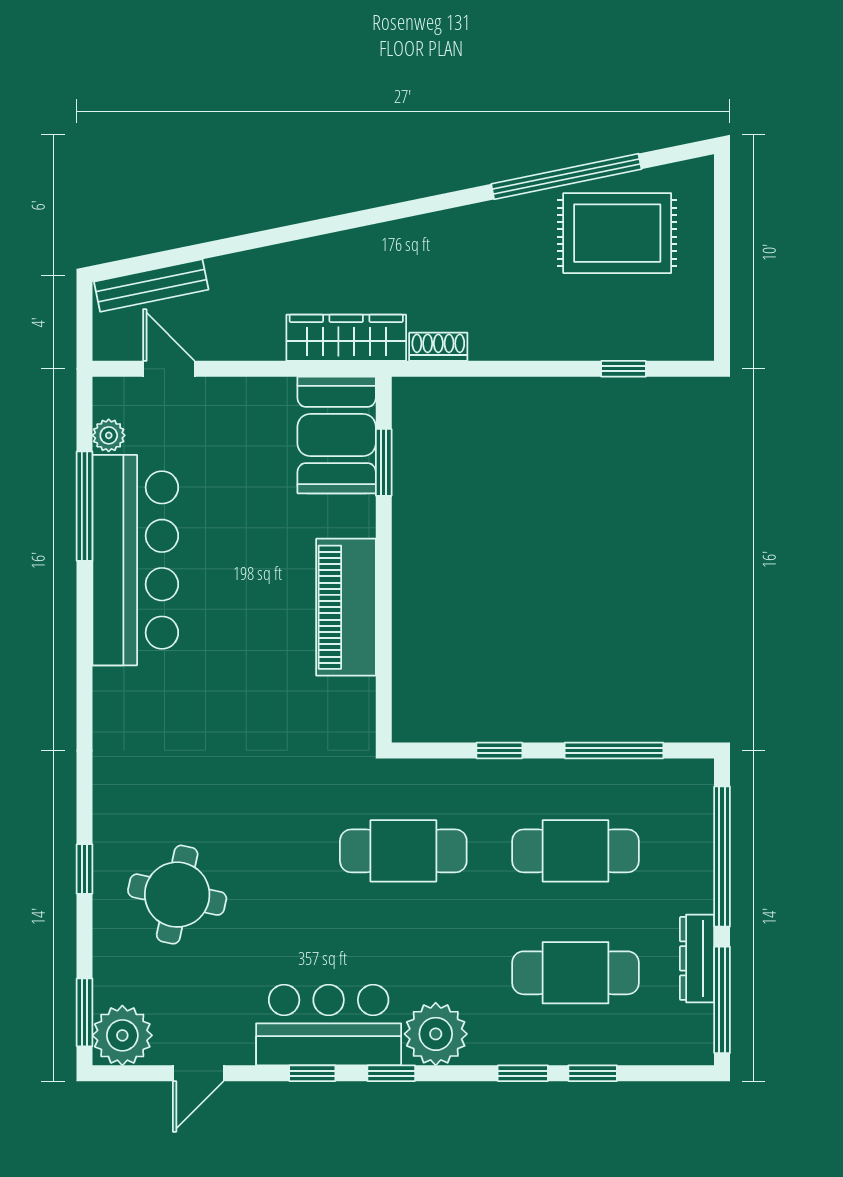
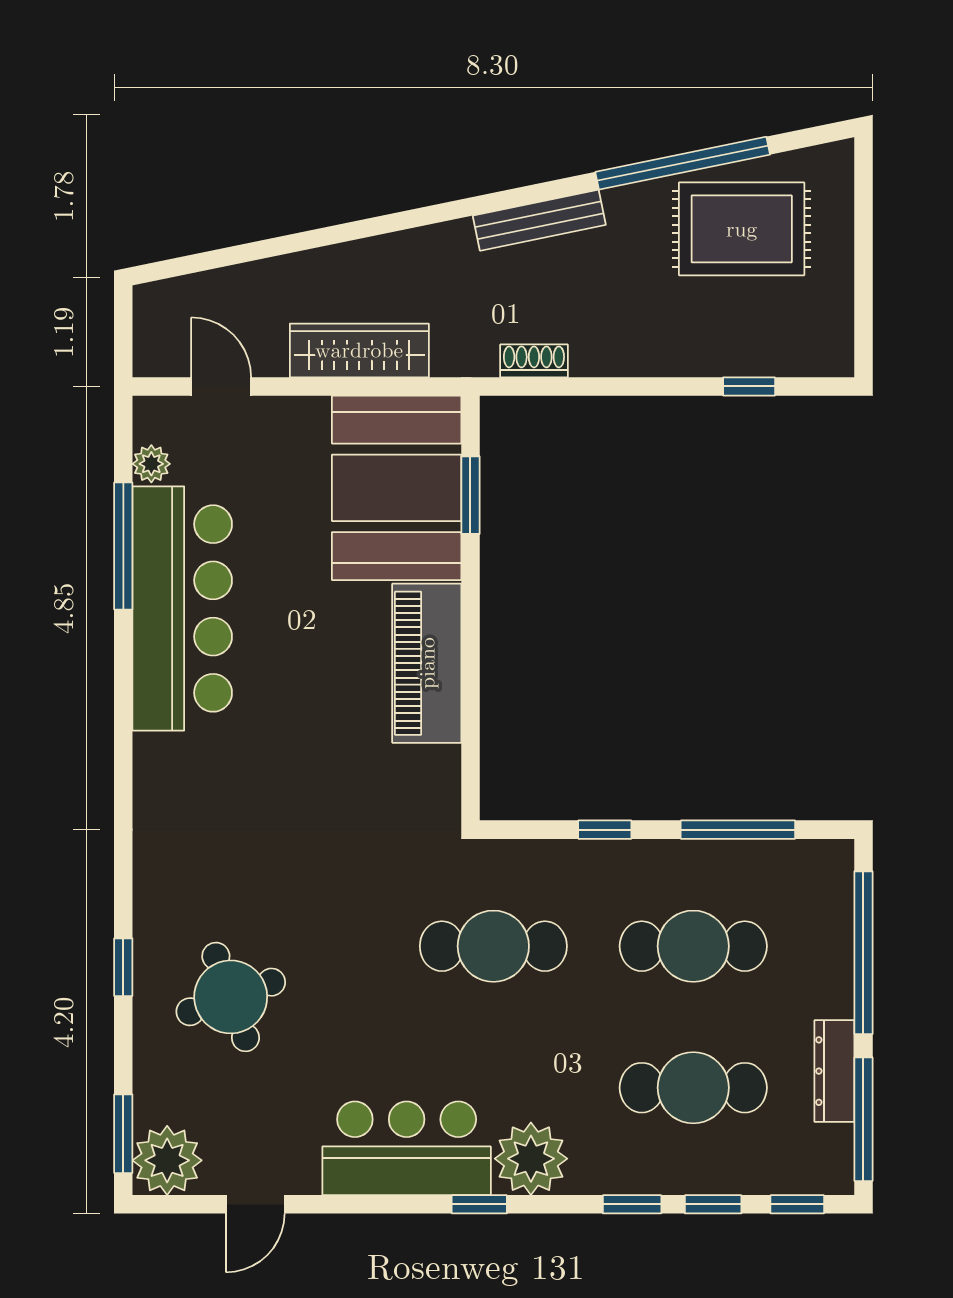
bench: (151, 286) -> (539, 220), moved
wardrobe: (346, 338) -> (359, 350), moved
booth: (337, 435) -> (397, 488), width x1.36, depth x1.42
round table: (177, 895) -> (231, 997), turned -32
window: (312, 1073) -> (797, 1204), moved

